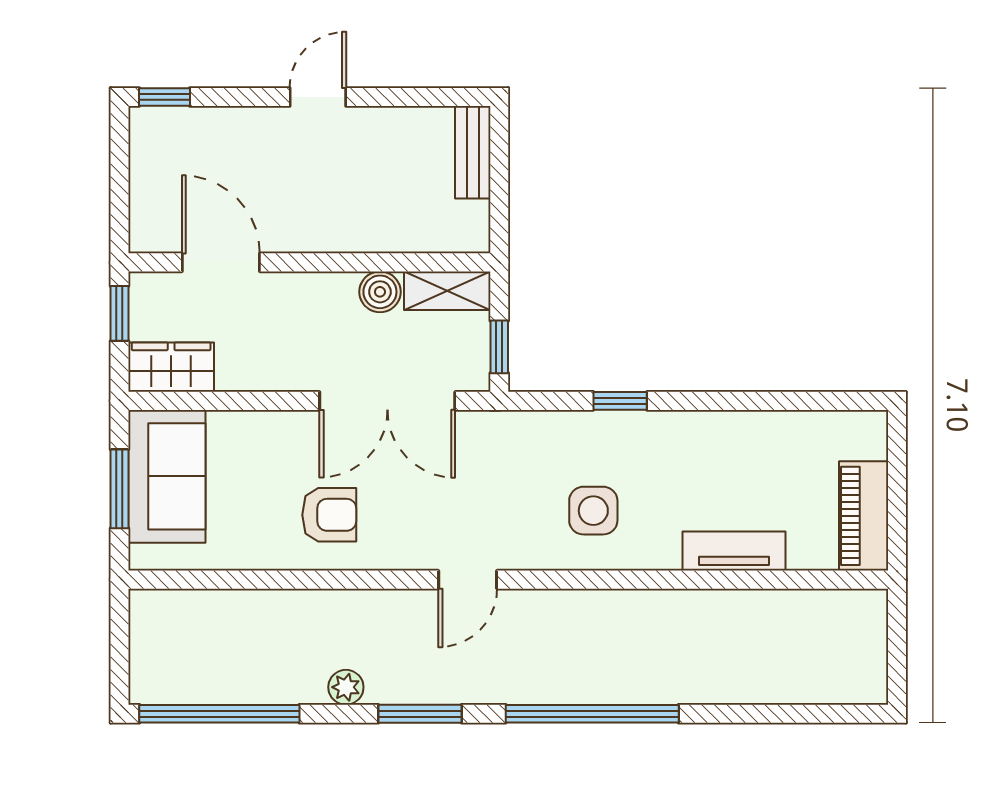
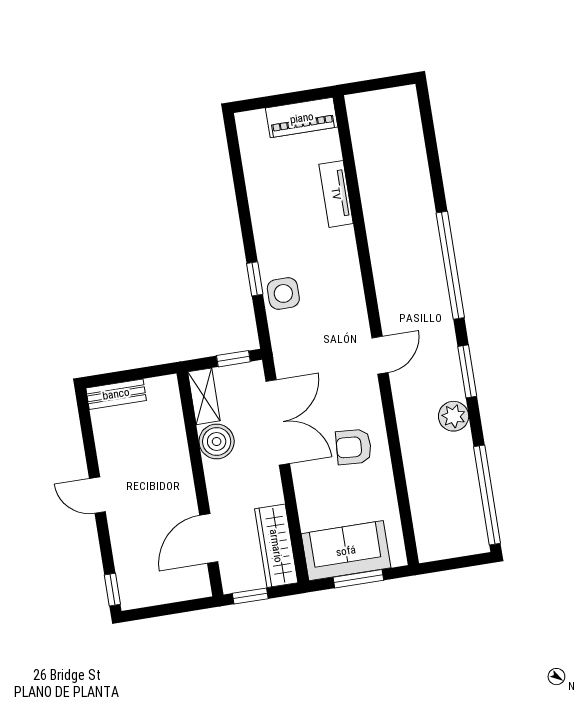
boiler: (380, 292) -> (217, 441), width x1.36, depth x1.36
wardrobe: (171, 367) -> (276, 546), width x1.50
side table: (593, 511) -> (283, 293), moved
armchair: (329, 515) -> (354, 447), turned -86
door: (468, 580) -> (380, 355), hinge flipped
plant: (346, 687) -> (454, 416), width x1.38, depth x1.38

